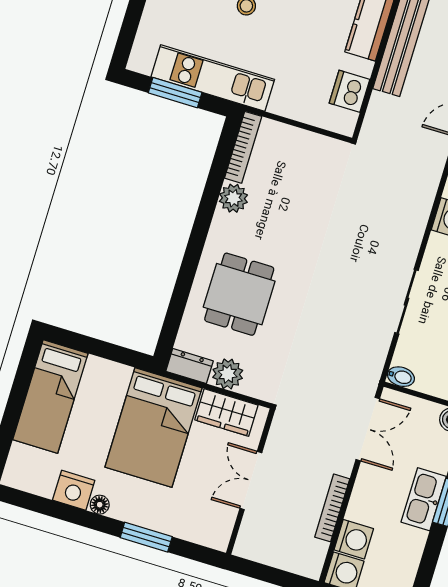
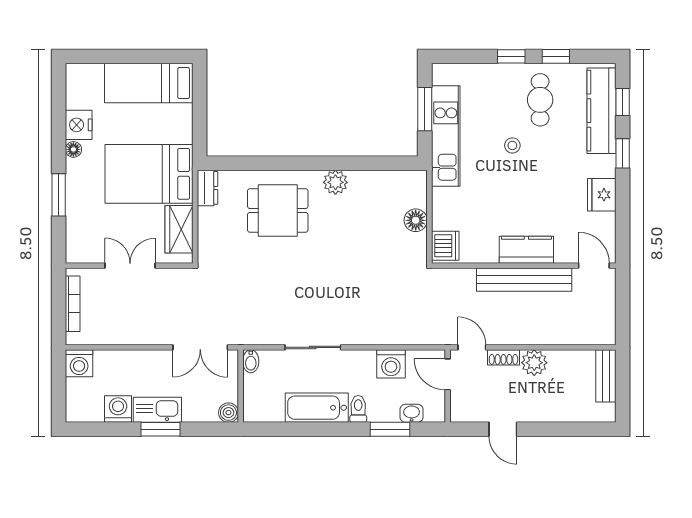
dishwasher: (349, 91) -> (445, 246), moved, turned 90
floor lamp: (298, 141) -> (416, 220), added
bookcase: (243, 147) -> (397, 178), removed
plant: (233, 198) -> (335, 182), moved
plant: (228, 374) -> (210, 221), removed
bookcase: (332, 508) -> (73, 304), moved, turned 90
washing machine: (354, 539) -> (118, 409), moved, turned 180

